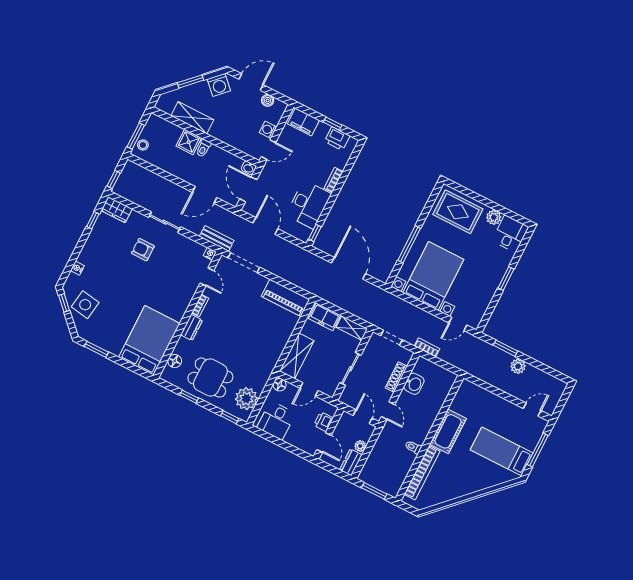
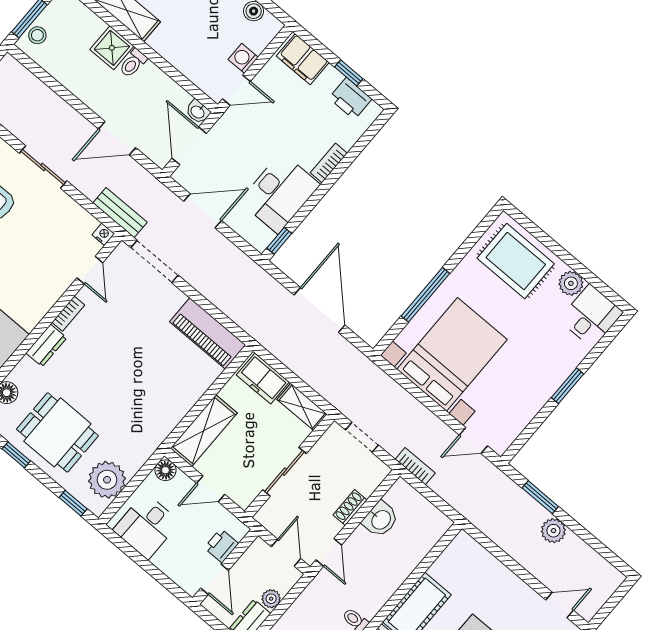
door: (265, 226) -> (203, 211), hinge flipped
shoe rack: (396, 377) -> (350, 507), width x0.70

